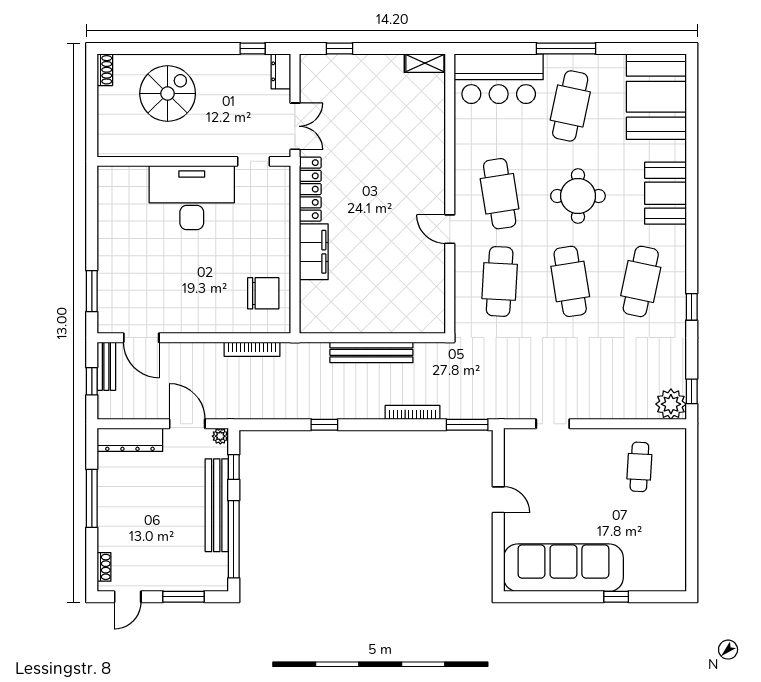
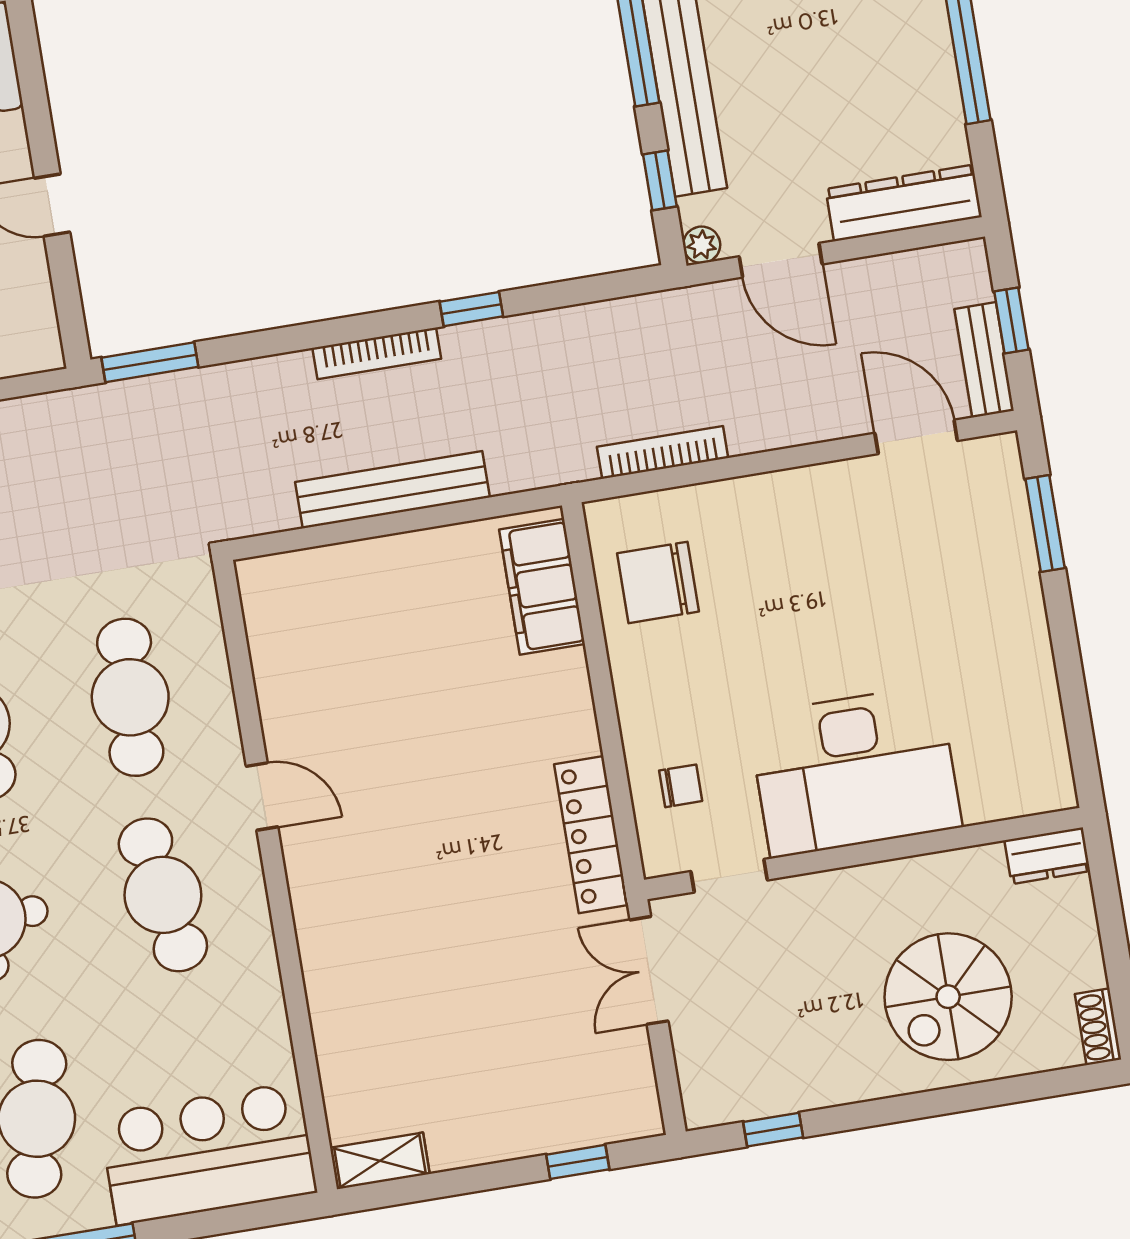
dresser: (281, 71) -> (1047, 856), moved, turned 90
chair: (268, 204) -> (681, 786), added
filing cabinet: (314, 252) -> (542, 587), moved
bookcase: (413, 412) -> (377, 353), moved

